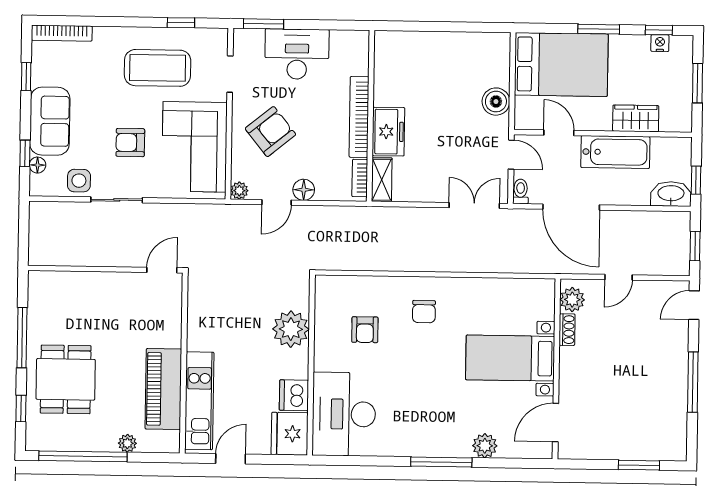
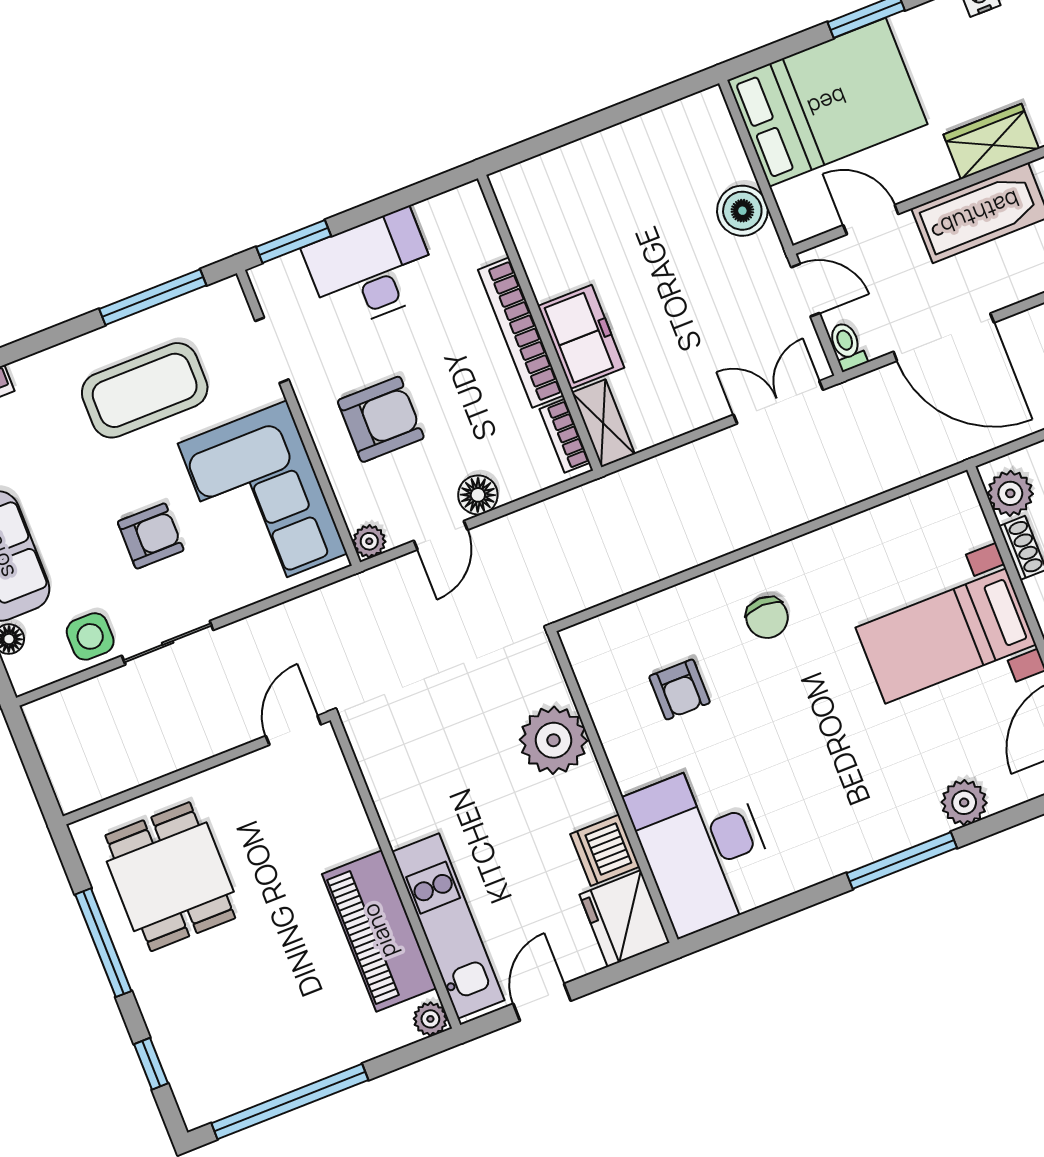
window: (181, 23) -> (153, 297), width x2.17
armchair: (270, 132) -> (381, 419), turned 39
armchair: (130, 143) -> (151, 536), turned 180
dining table: (66, 379) -> (170, 877), moved
plant: (127, 443) -> (430, 1019), moved

